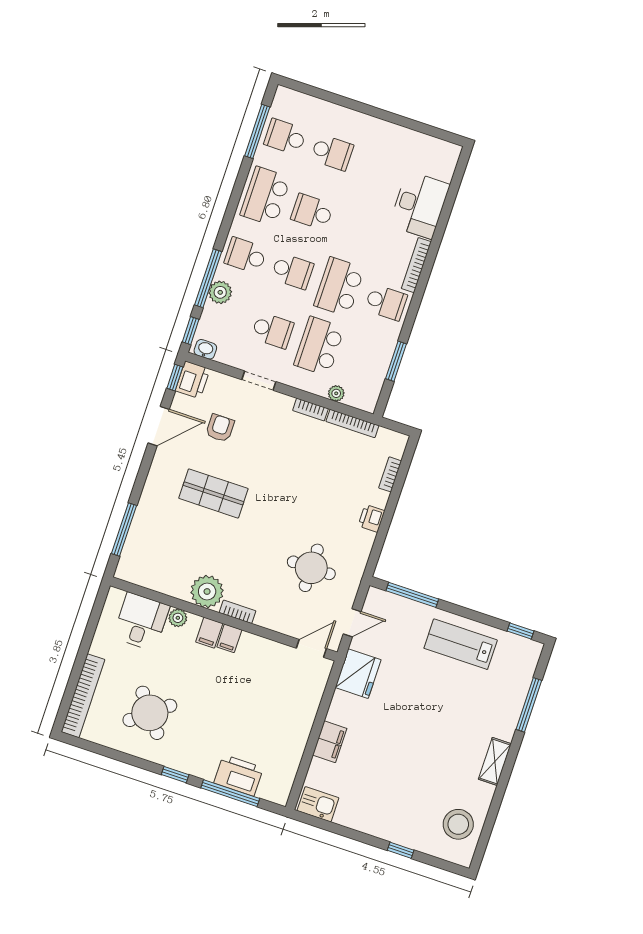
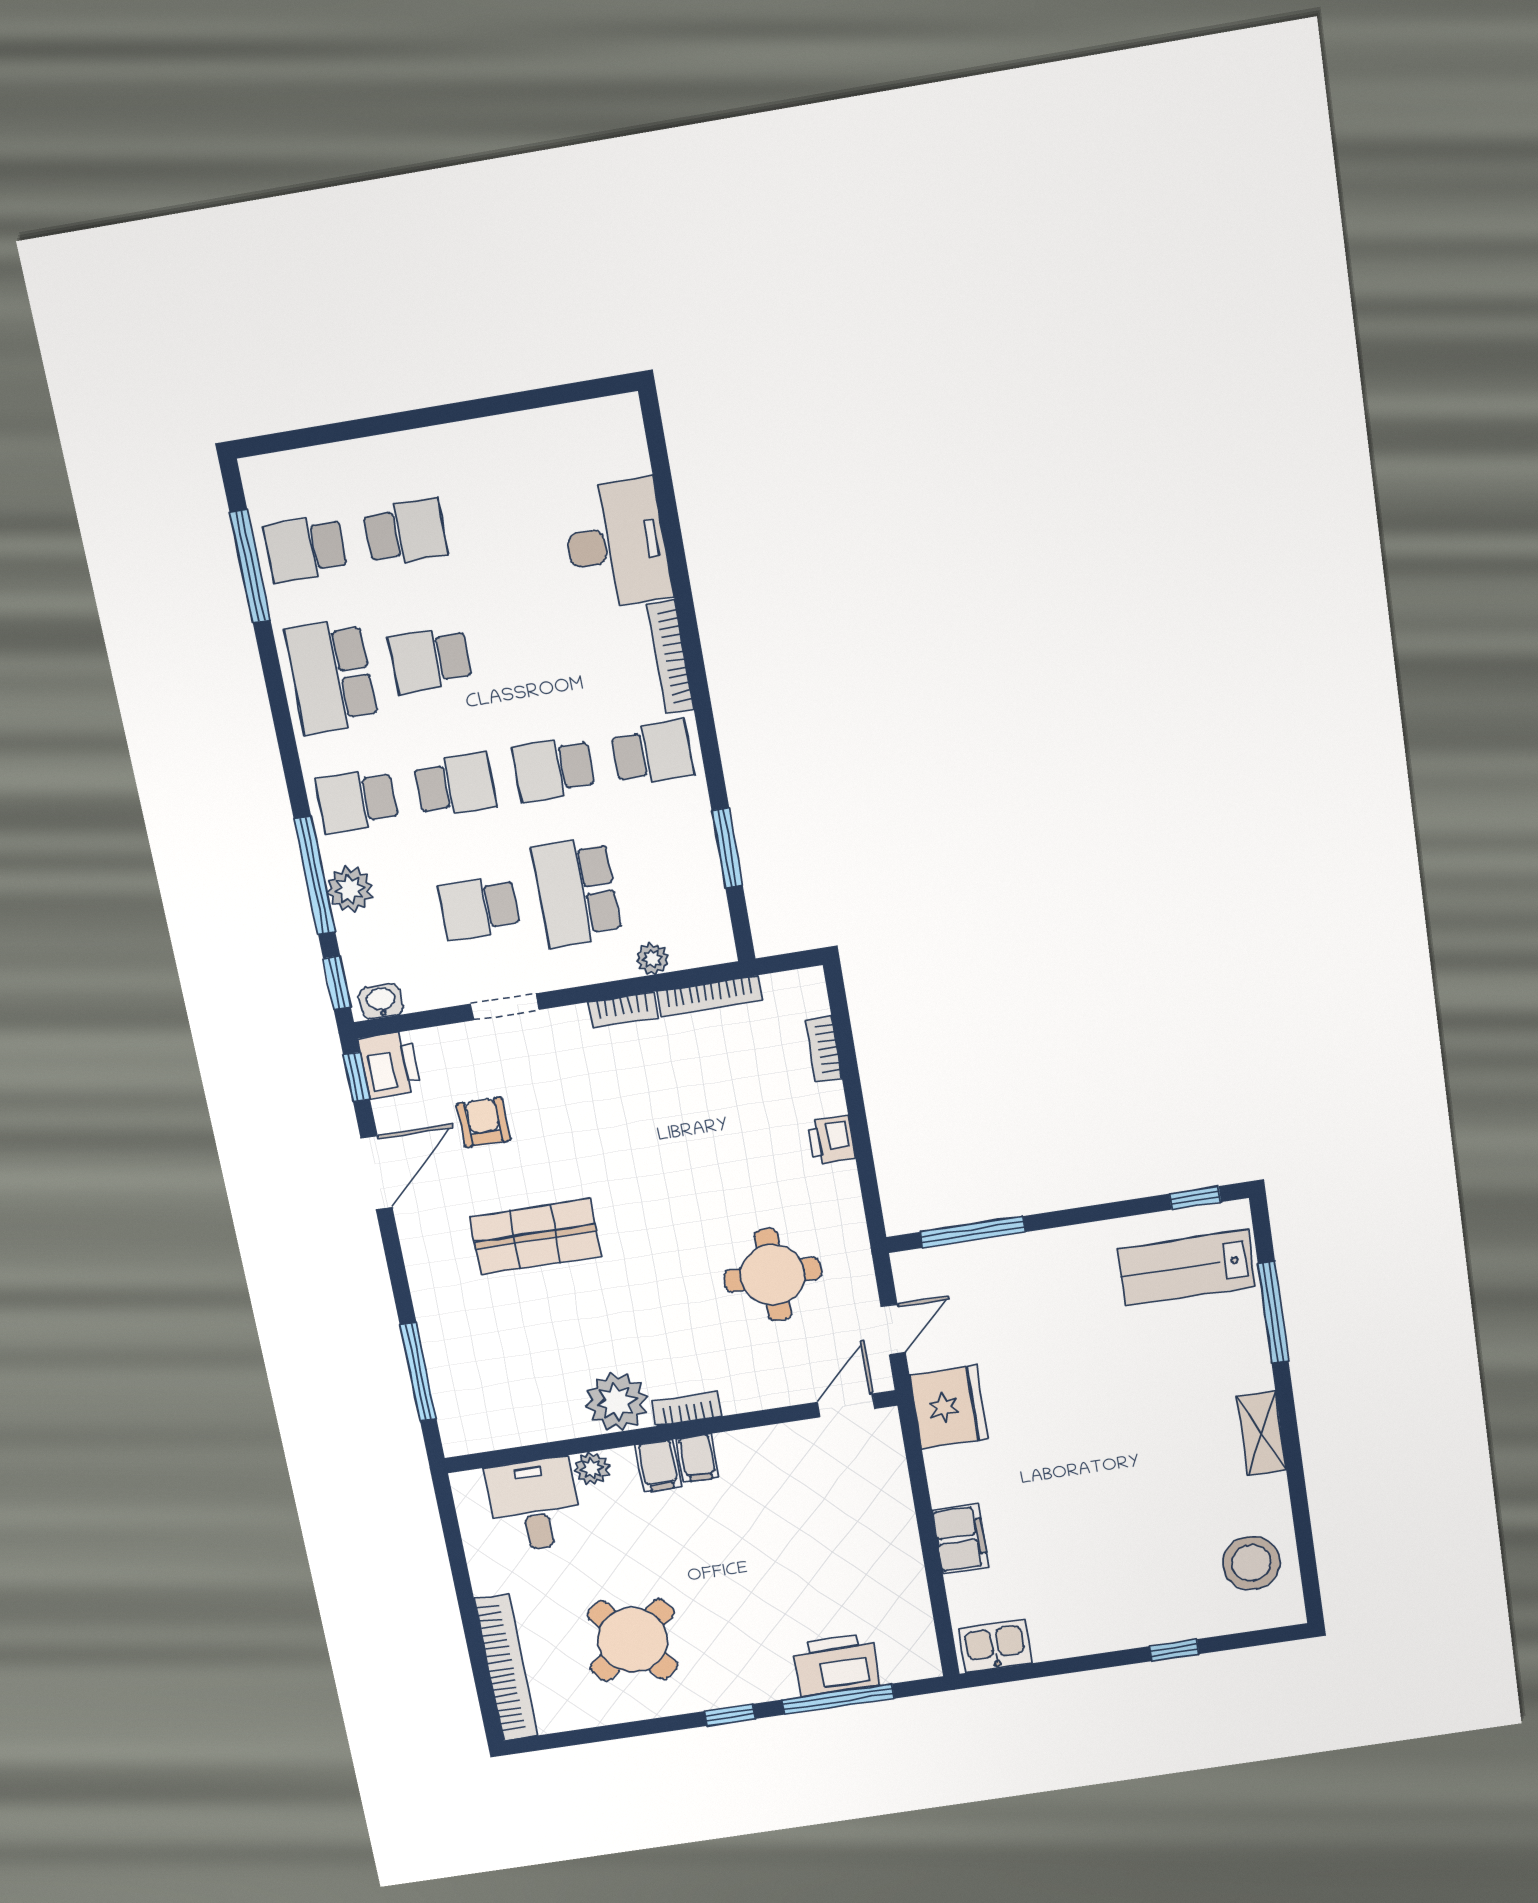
school desk: (339, 287) -> (553, 769), width x0.54
school desk: (272, 330) -> (479, 908), turned 180
lab bench: (461, 644) -> (1186, 1268), moved

